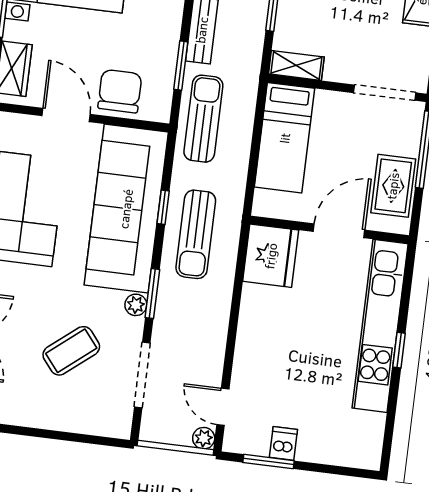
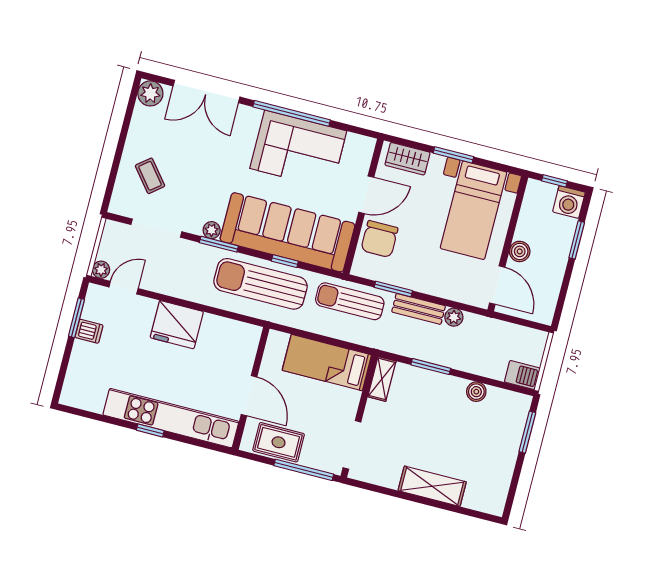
chair: (120, 91) -> (379, 239), turned 90
sun lounger: (203, 119) -> (350, 301), turned 180
sun lounger: (196, 234) -> (261, 284), width x1.36, depth x1.34
fridge: (271, 256) -> (177, 325), moved
coffee table: (71, 351) -> (150, 176), moved, width x0.73, depth x0.77

